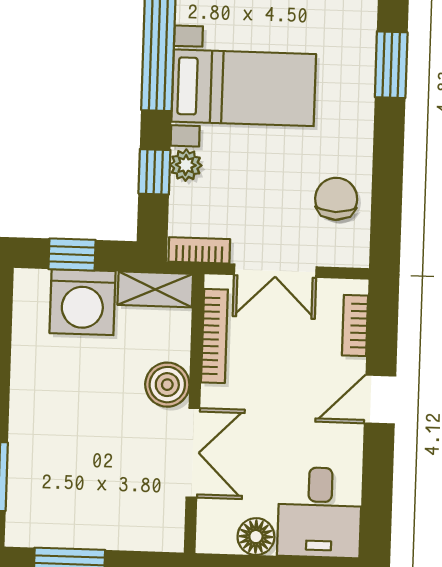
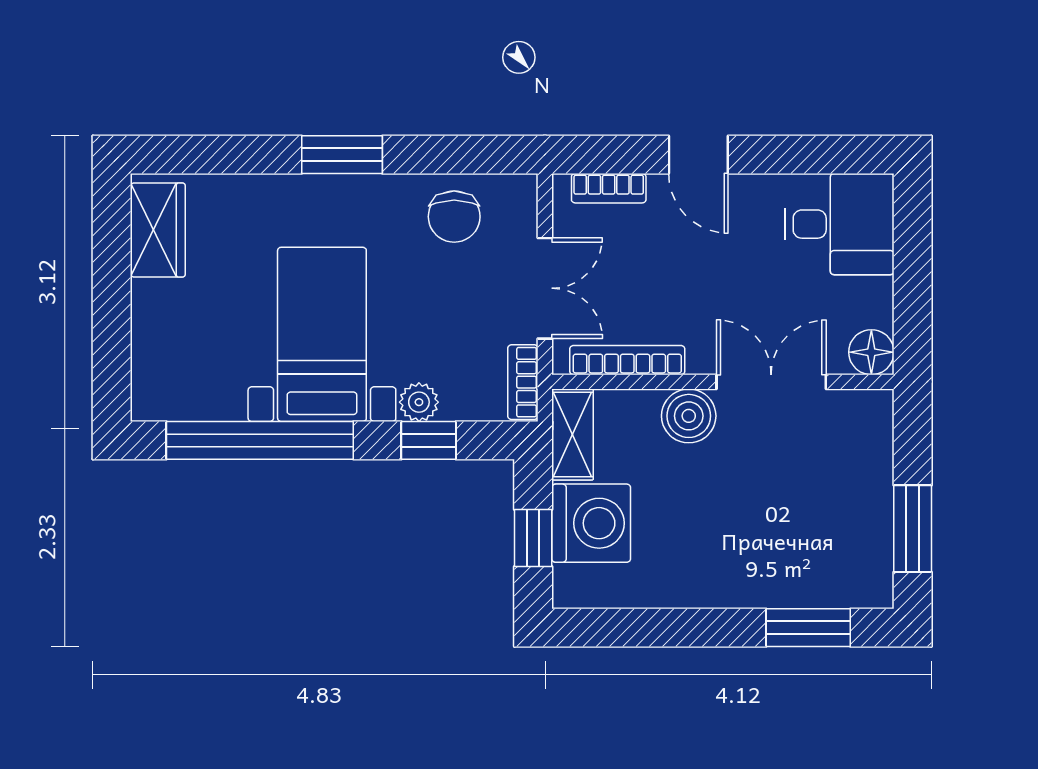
window: (391, 65) -> (342, 155), moved
chair: (336, 199) -> (454, 217), turned -90
floor lamp: (256, 537) -> (871, 352), moved

